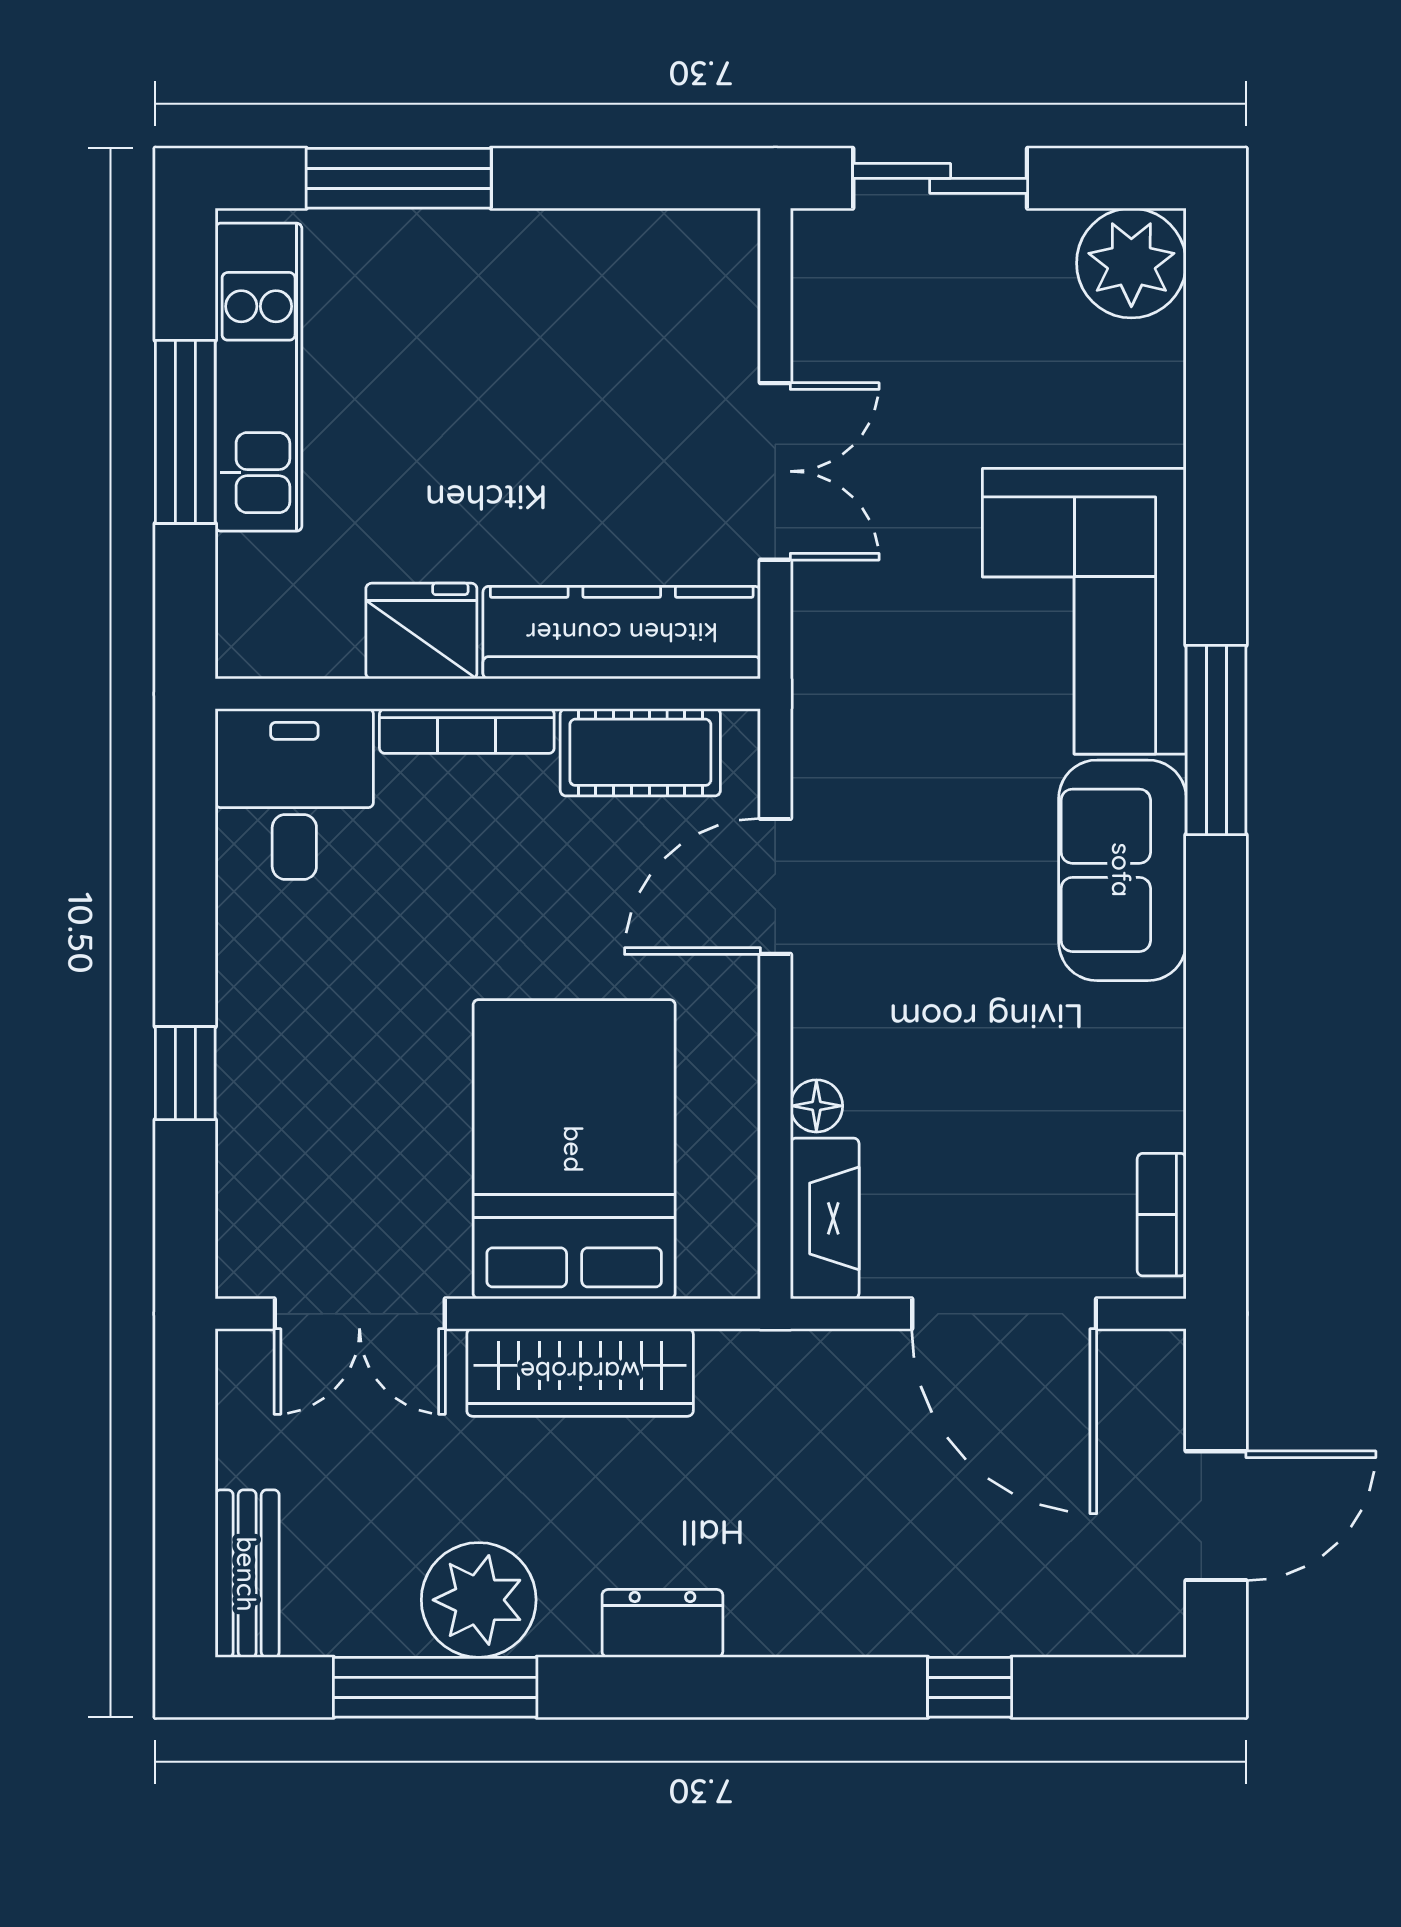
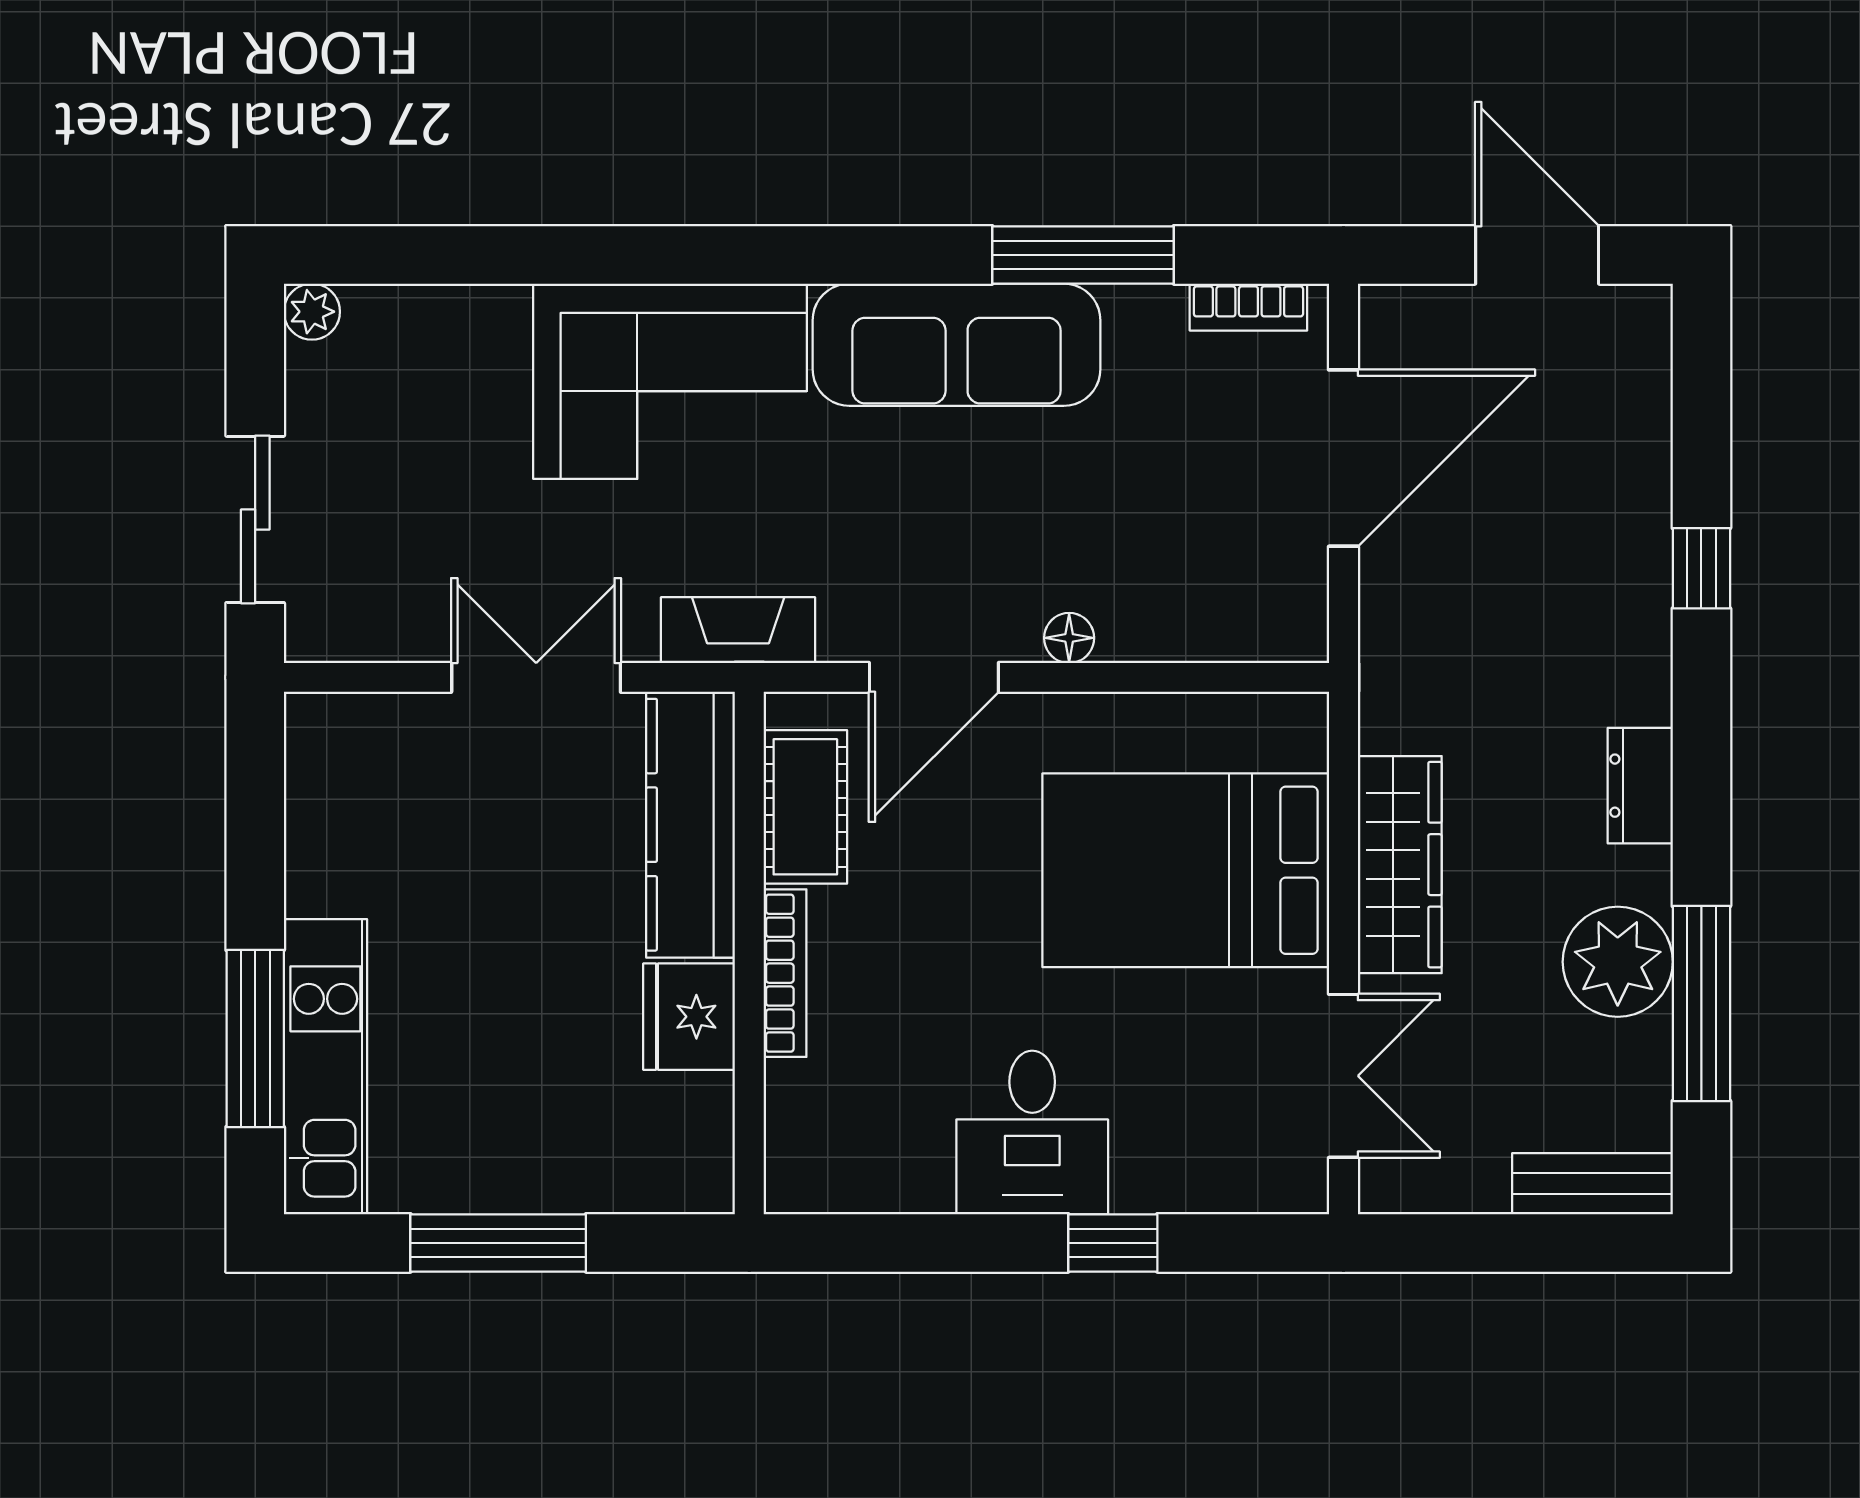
plant: (1131, 263) -> (312, 312), width x0.53, depth x0.53
kitchen unit: (259, 377) -> (325, 1067), moved, turned 90
window: (1216, 740) -> (1083, 255), moved
desk: (294, 794) -> (1032, 1133), moved, turned -90
sofa: (1122, 870) -> (957, 345), width x1.36
door: (775, 886) -> (934, 677), hinge flipped
floor lamp: (816, 1106) -> (1069, 638), moved
fireplace: (825, 1218) -> (738, 630), moved
window: (970, 1687) -> (1701, 568), moved

